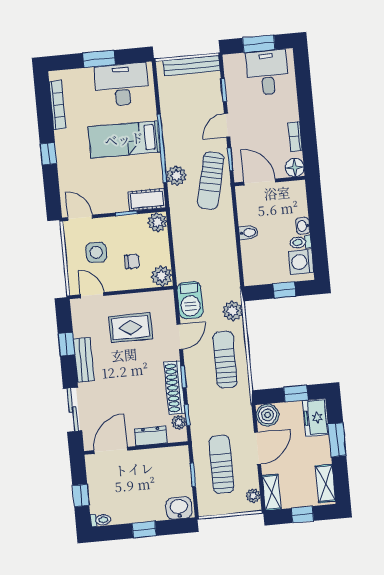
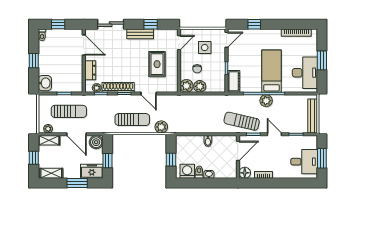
window: (48, 154) -> (254, 24), moved
plant: (176, 176) -> (266, 101), moved
plant: (157, 222) -> (200, 86), moved
barbecue: (190, 300) -> (170, 102), removed

